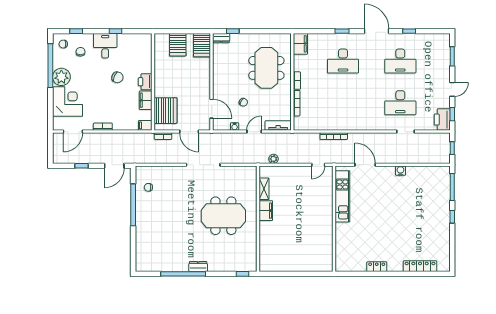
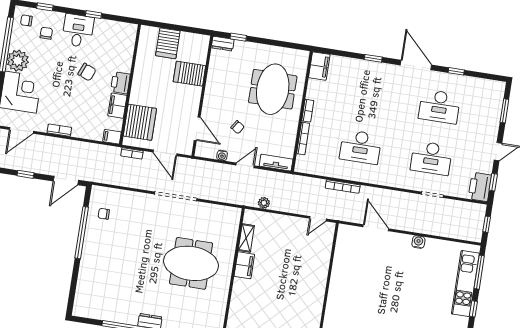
server rack: (202, 45) -> (189, 74), moved, turned 90
desk: (343, 61) -> (361, 147), moved
kitchen unit: (342, 196) -> (465, 283), moved, turned 180

